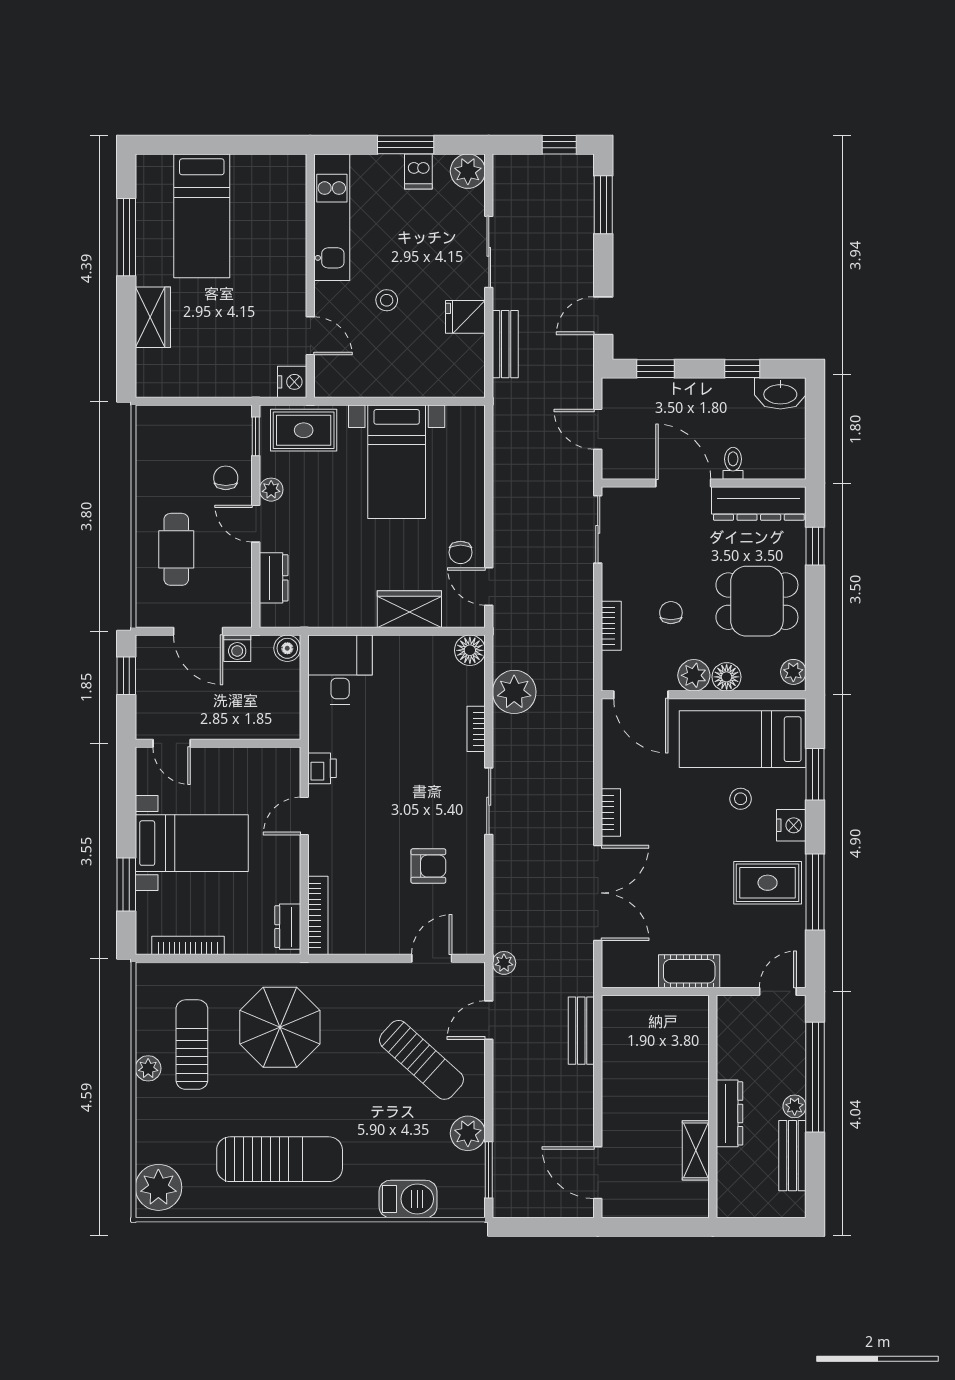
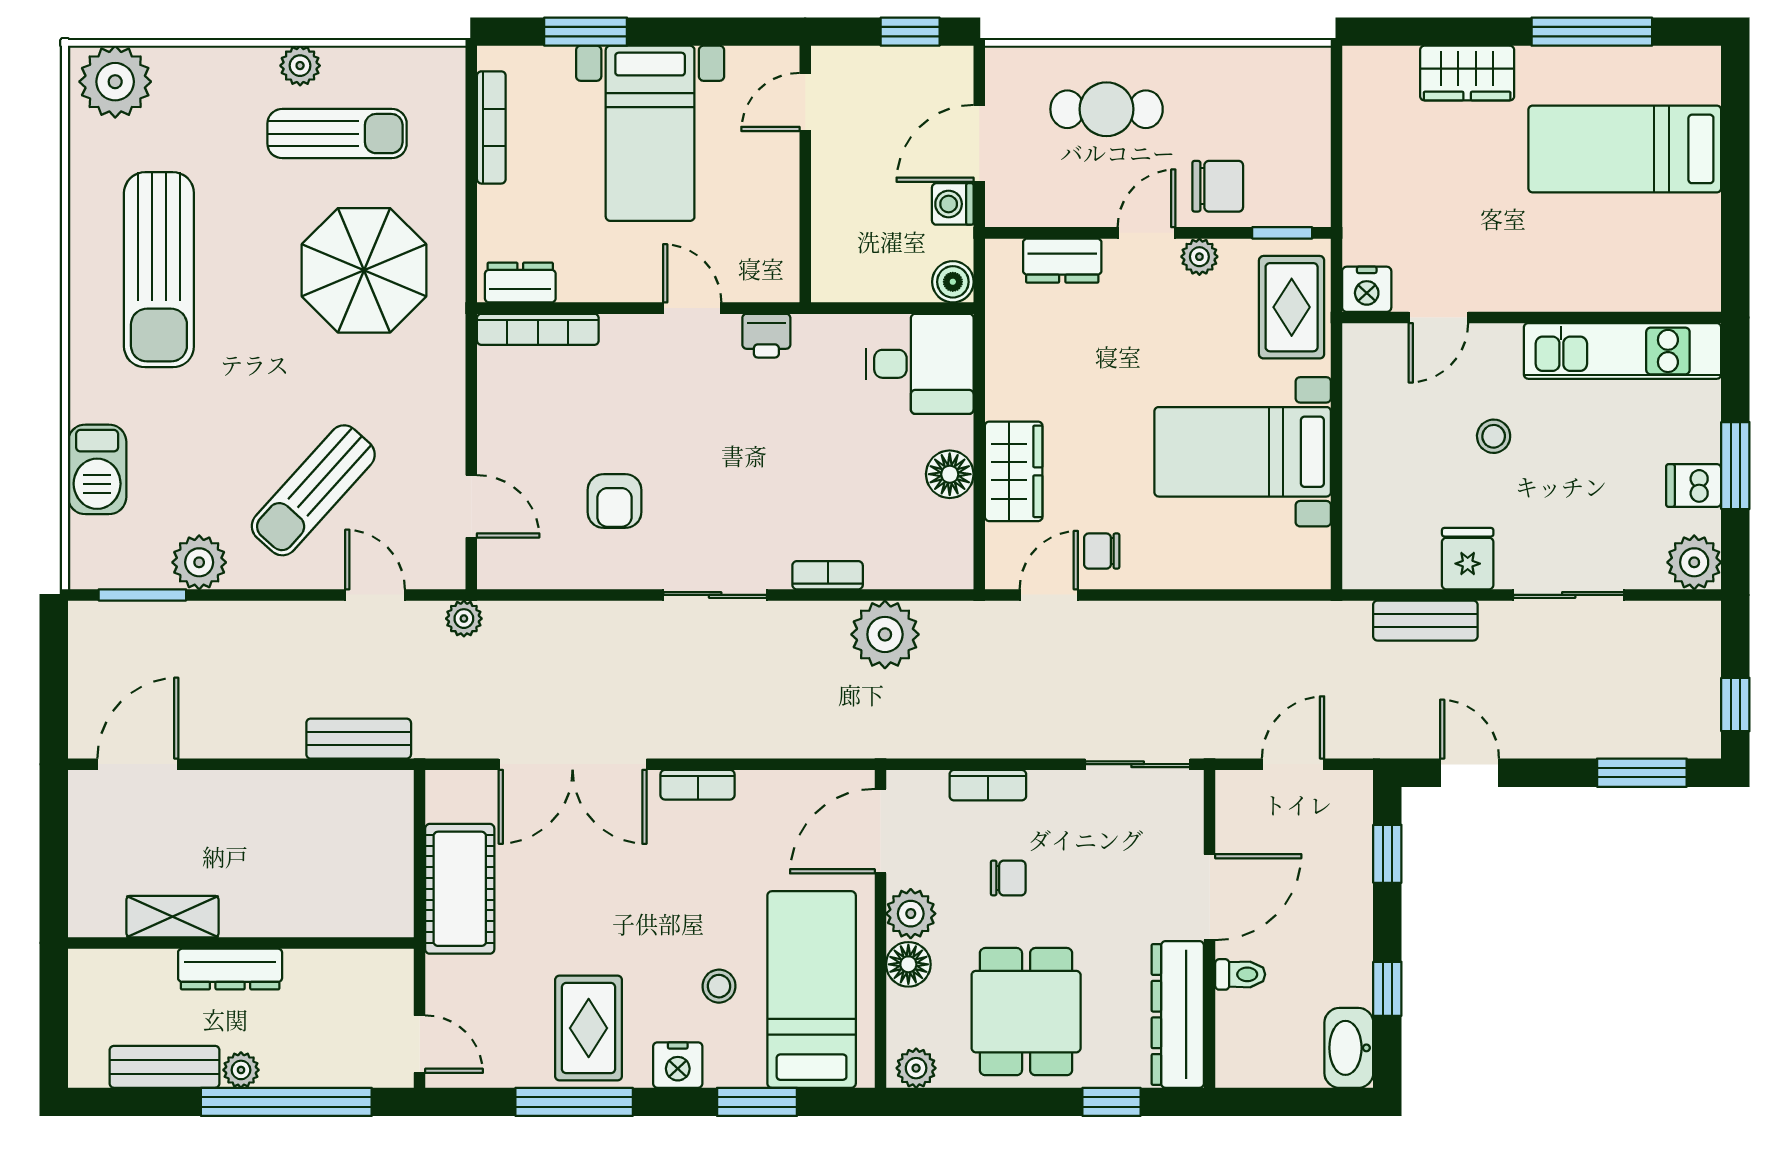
chair: (226, 478) -> (1218, 186), width x1.37, depth x1.37
floor lamp: (470, 650) -> (950, 474), moved
cot: (689, 971) -> (460, 889), width x1.37, depth x1.34

